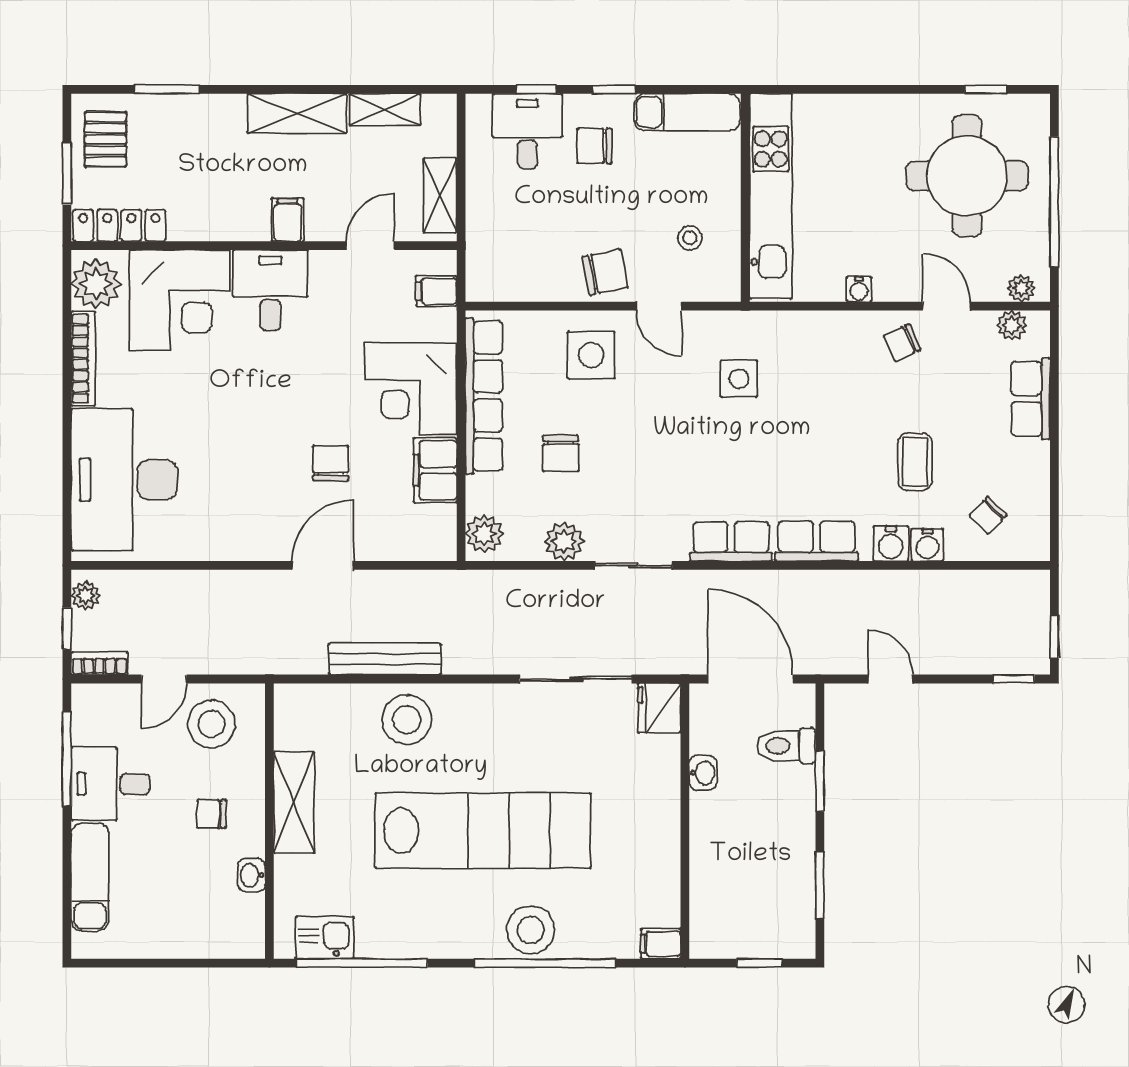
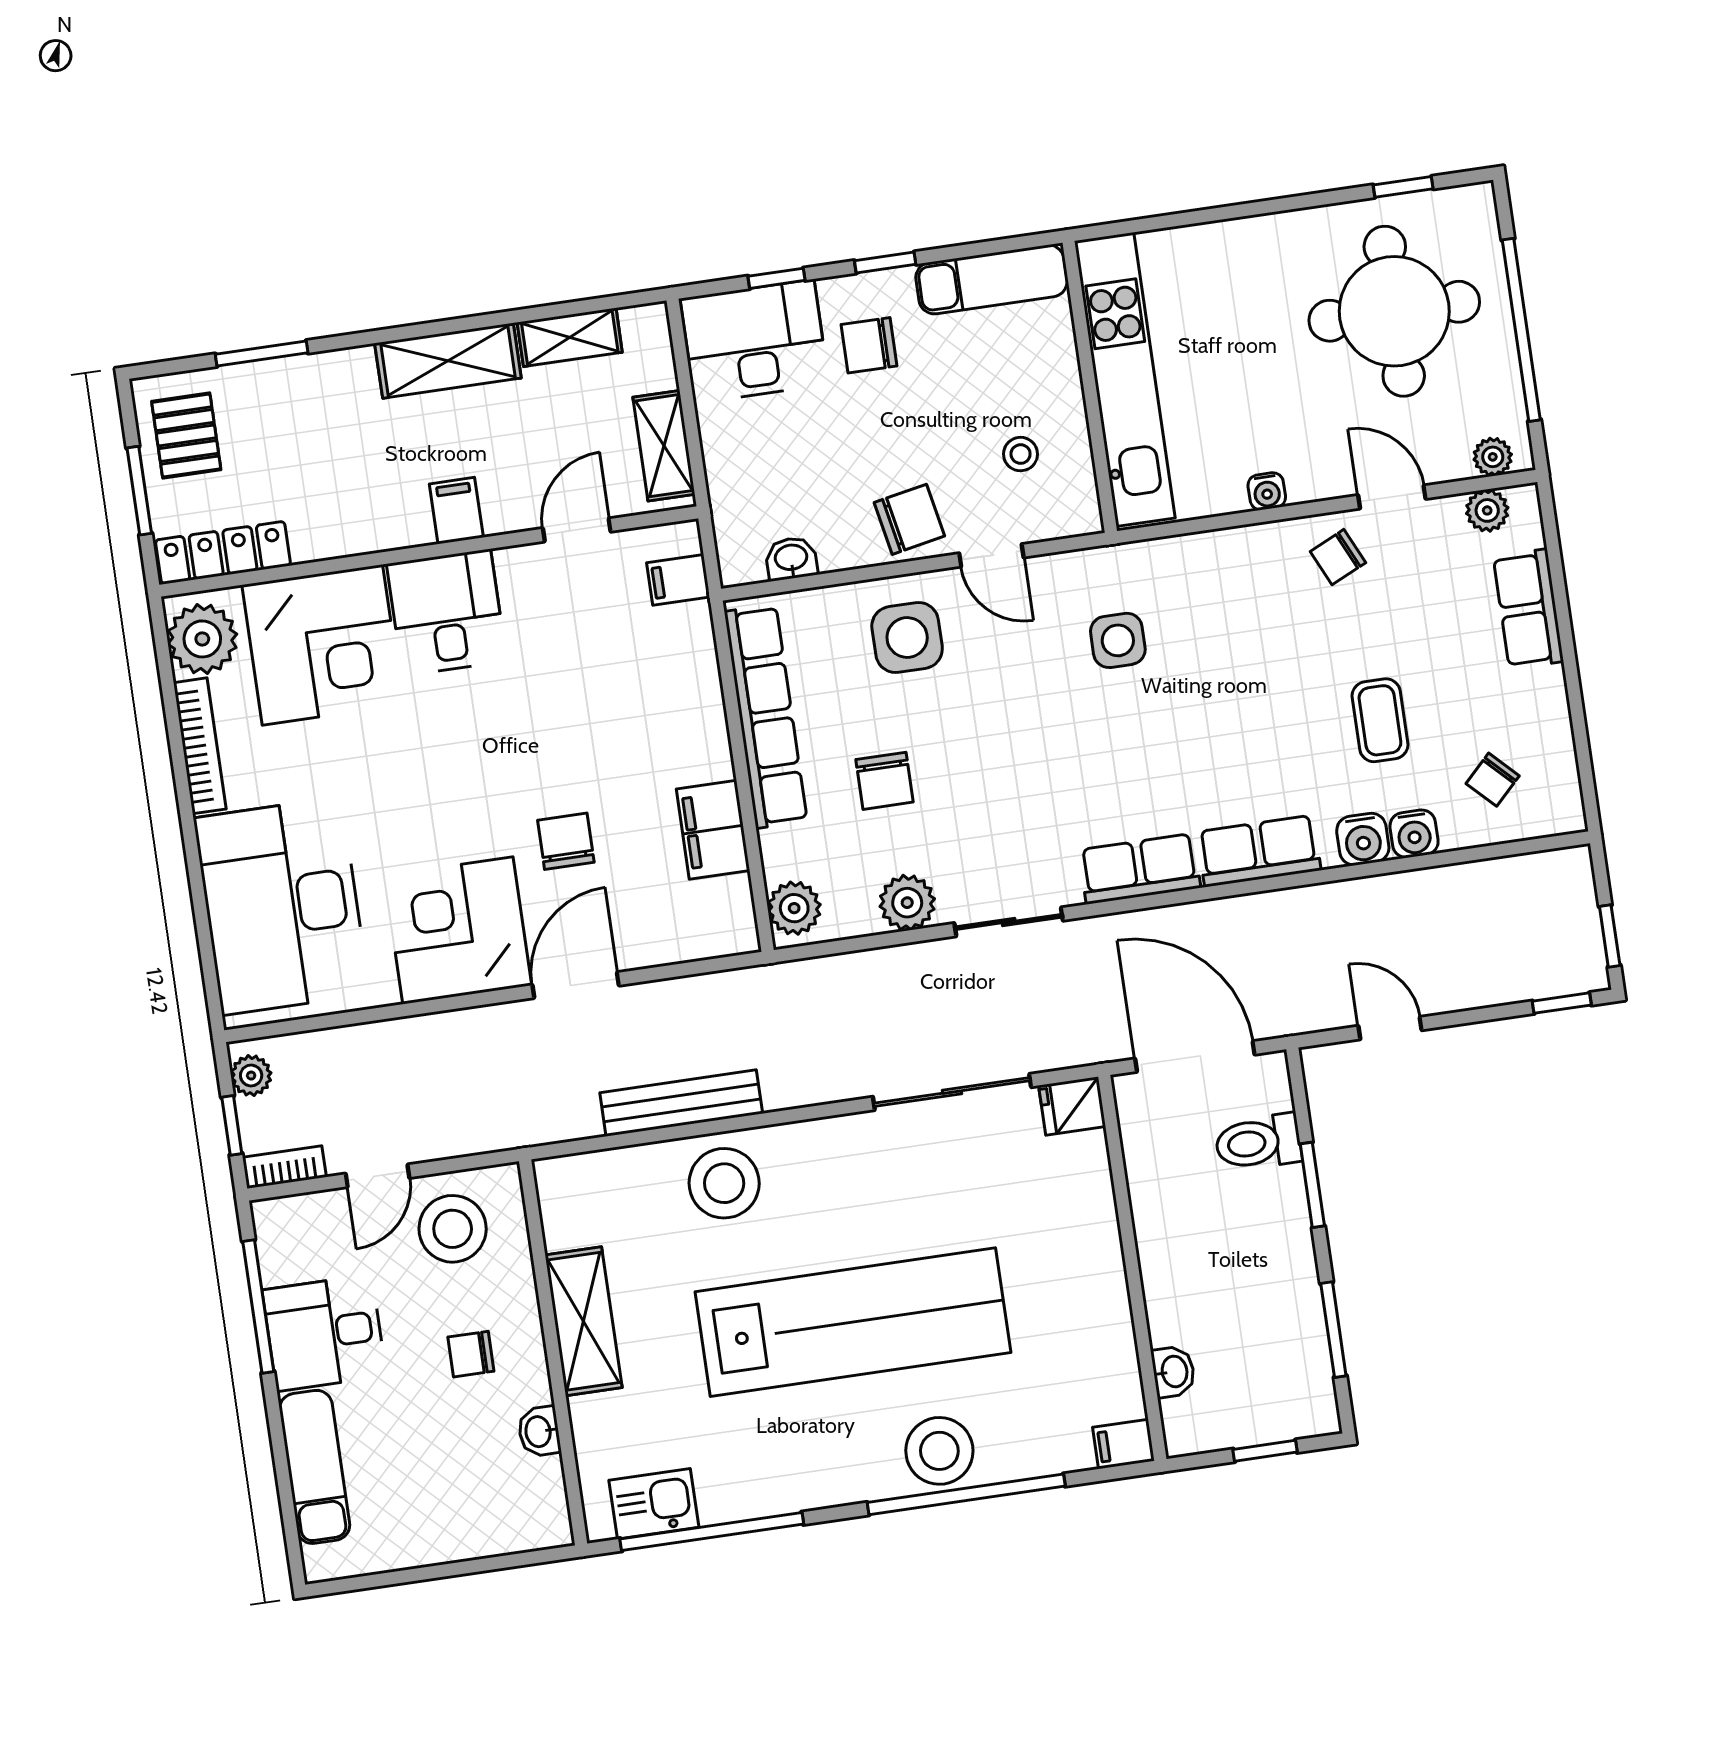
desk: (527, 131) -> (755, 341), width x1.37
washbasin: (518, 288) -> (791, 558), added
corner desk: (411, 389) -> (458, 930), moved, turned 90
fridge: (659, 708) -> (1072, 1106), width x0.72
washbasin: (703, 773) -> (1173, 1372), moved

